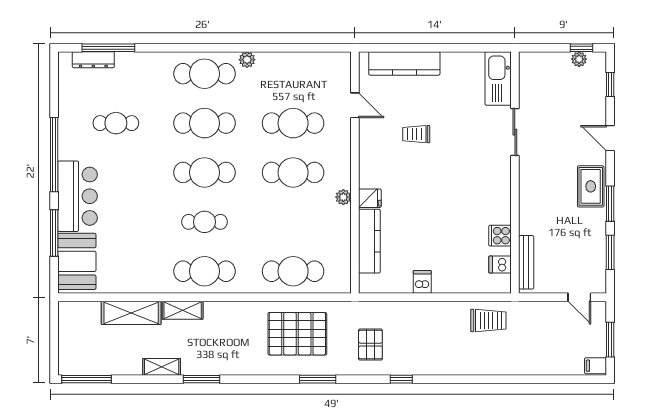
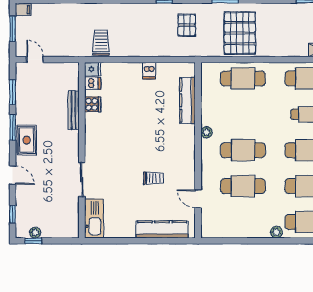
fridge: (370, 198) -> (93, 69), moved, turned 180
bench: (526, 262) -> (74, 110), moved
trolley: (488, 320) -> (101, 43), turned 90
pallet: (297, 334) -> (240, 33), turned 90

